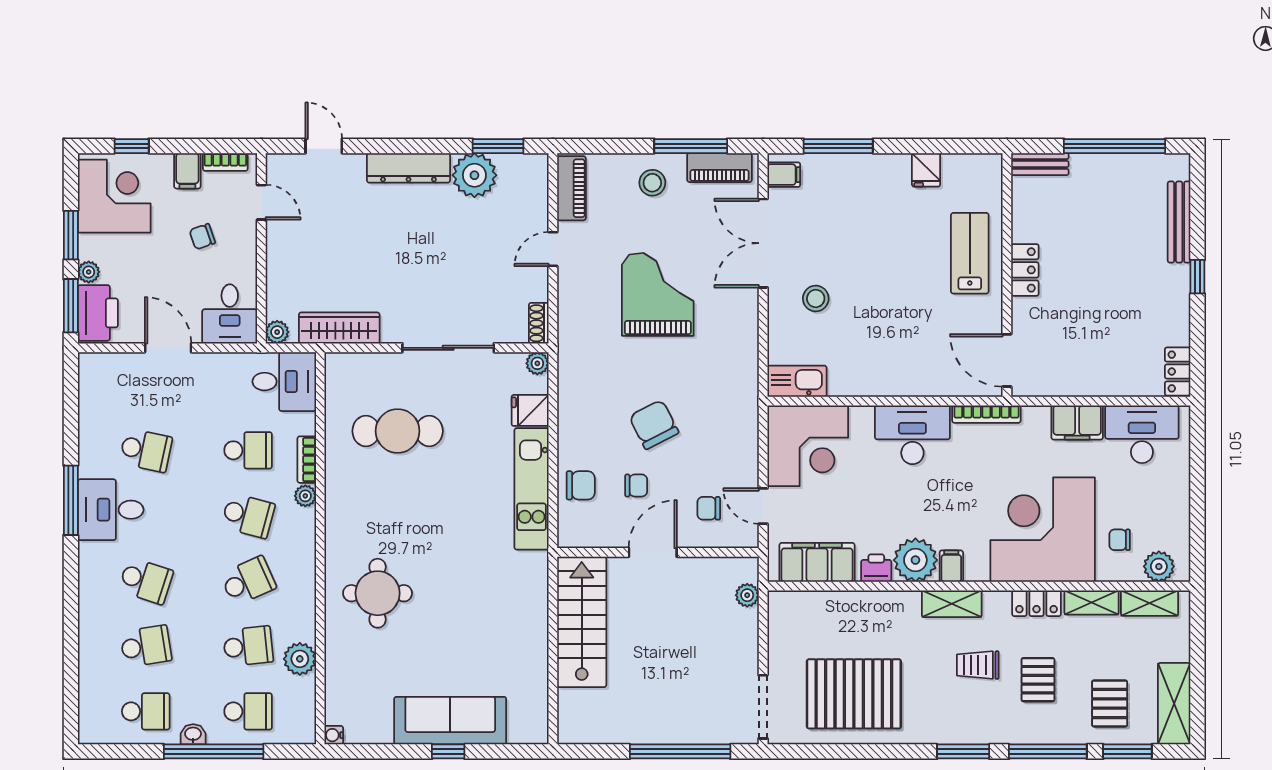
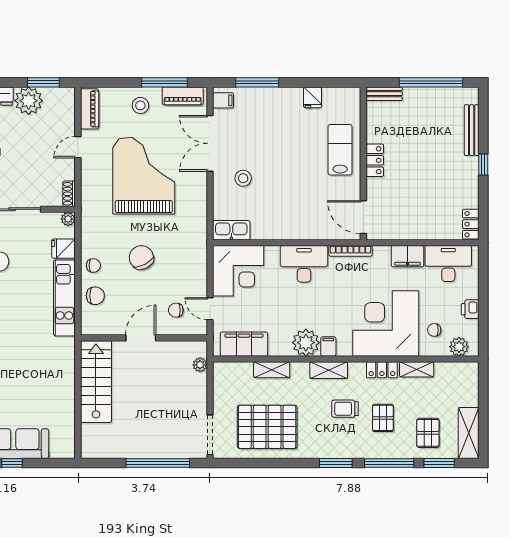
grand piano: (658, 294) -> (144, 176), width x1.37, depth x1.48
chair: (636, 485) -> (93, 266), moved
printer: (876, 568) -> (470, 309), moved, turned -90
shelving: (1150, 603) -> (272, 370), moved

